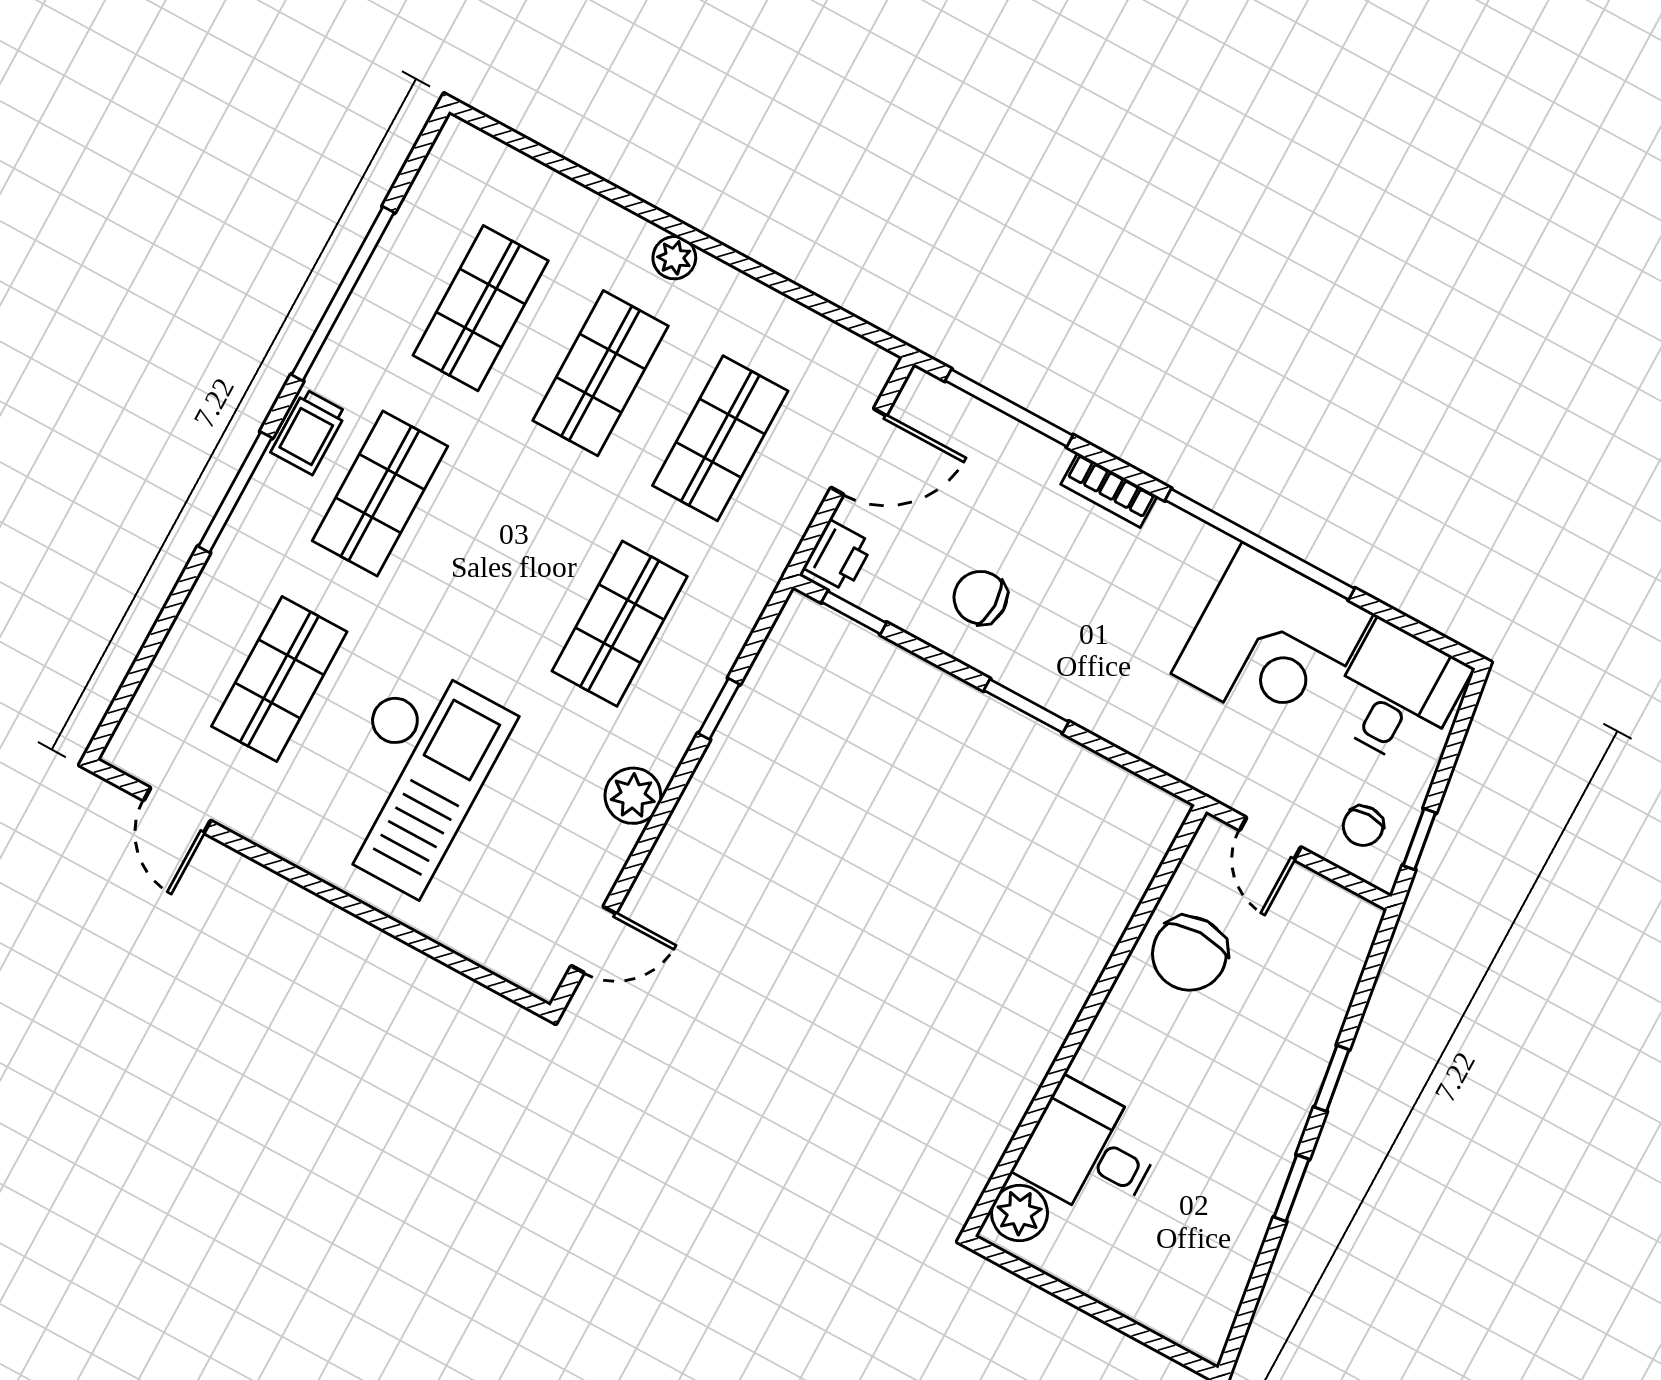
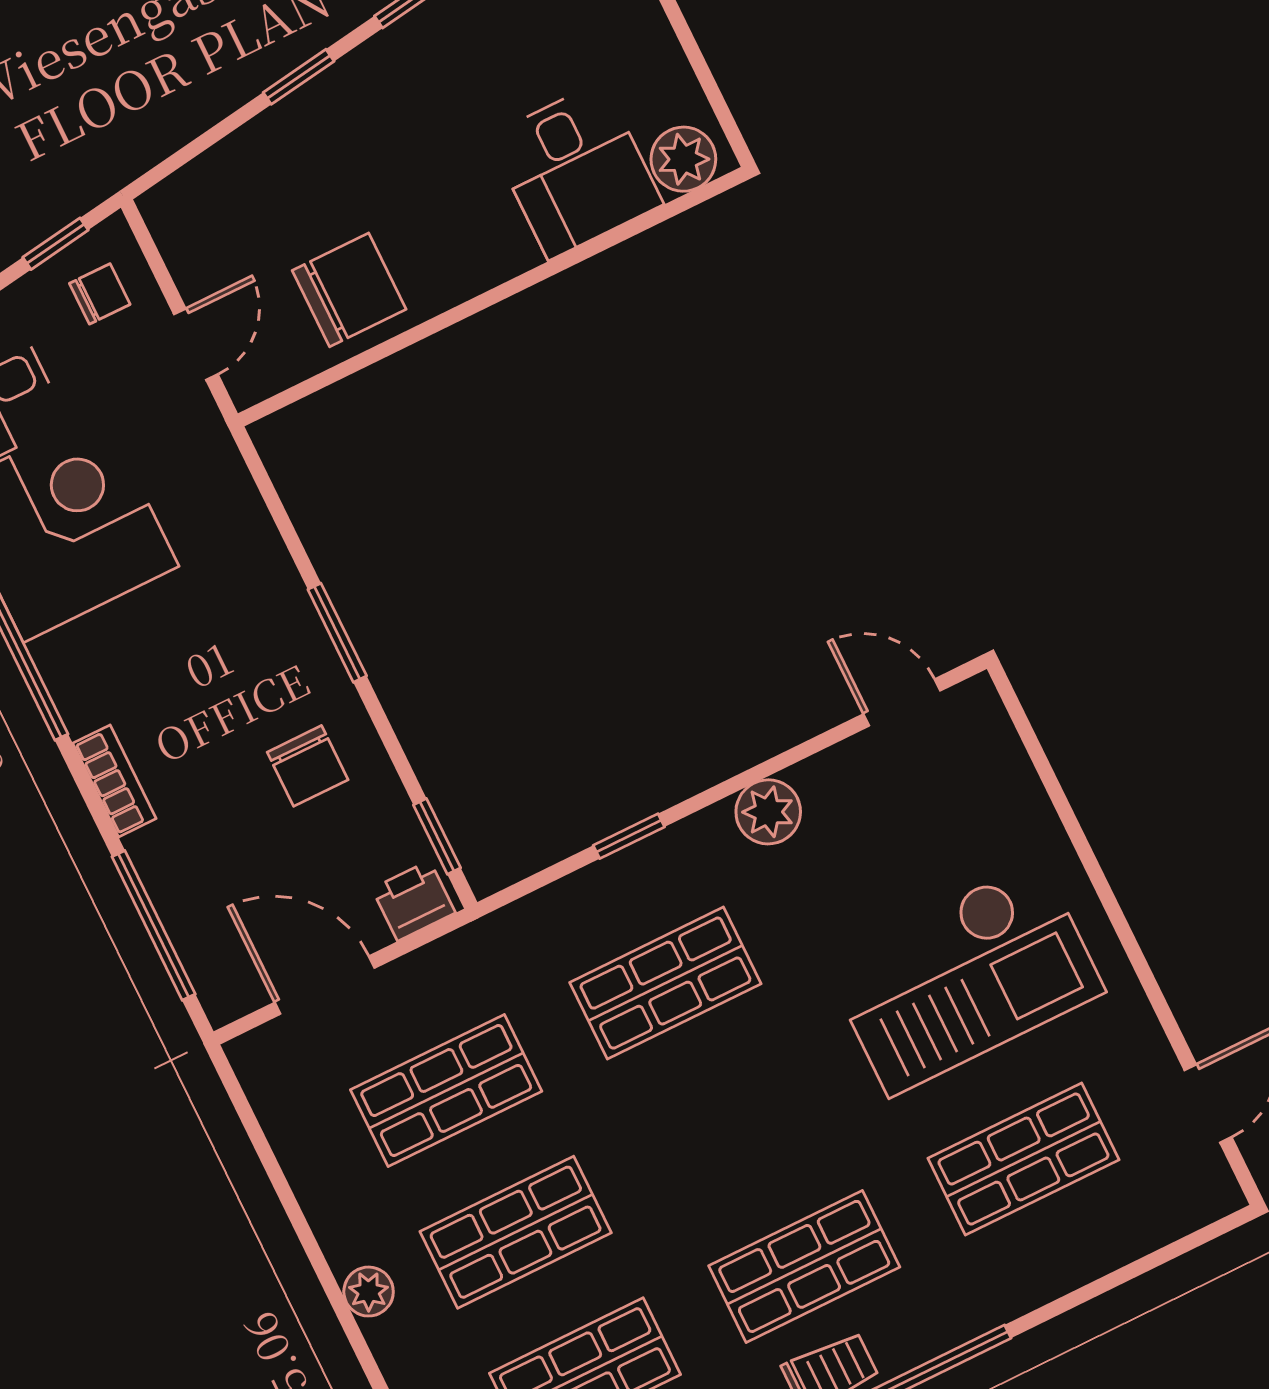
checkout: (412, 777) -> (964, 977), turned 180

